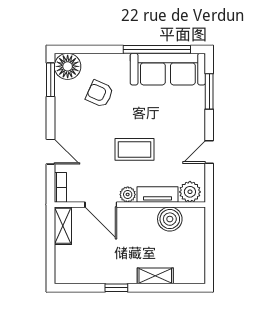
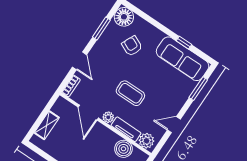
window: (157, 49) -> (184, 43), width x0.32
window: (51, 80) -> (101, 28), moved
shelving: (63, 226) -> (47, 125), moved

